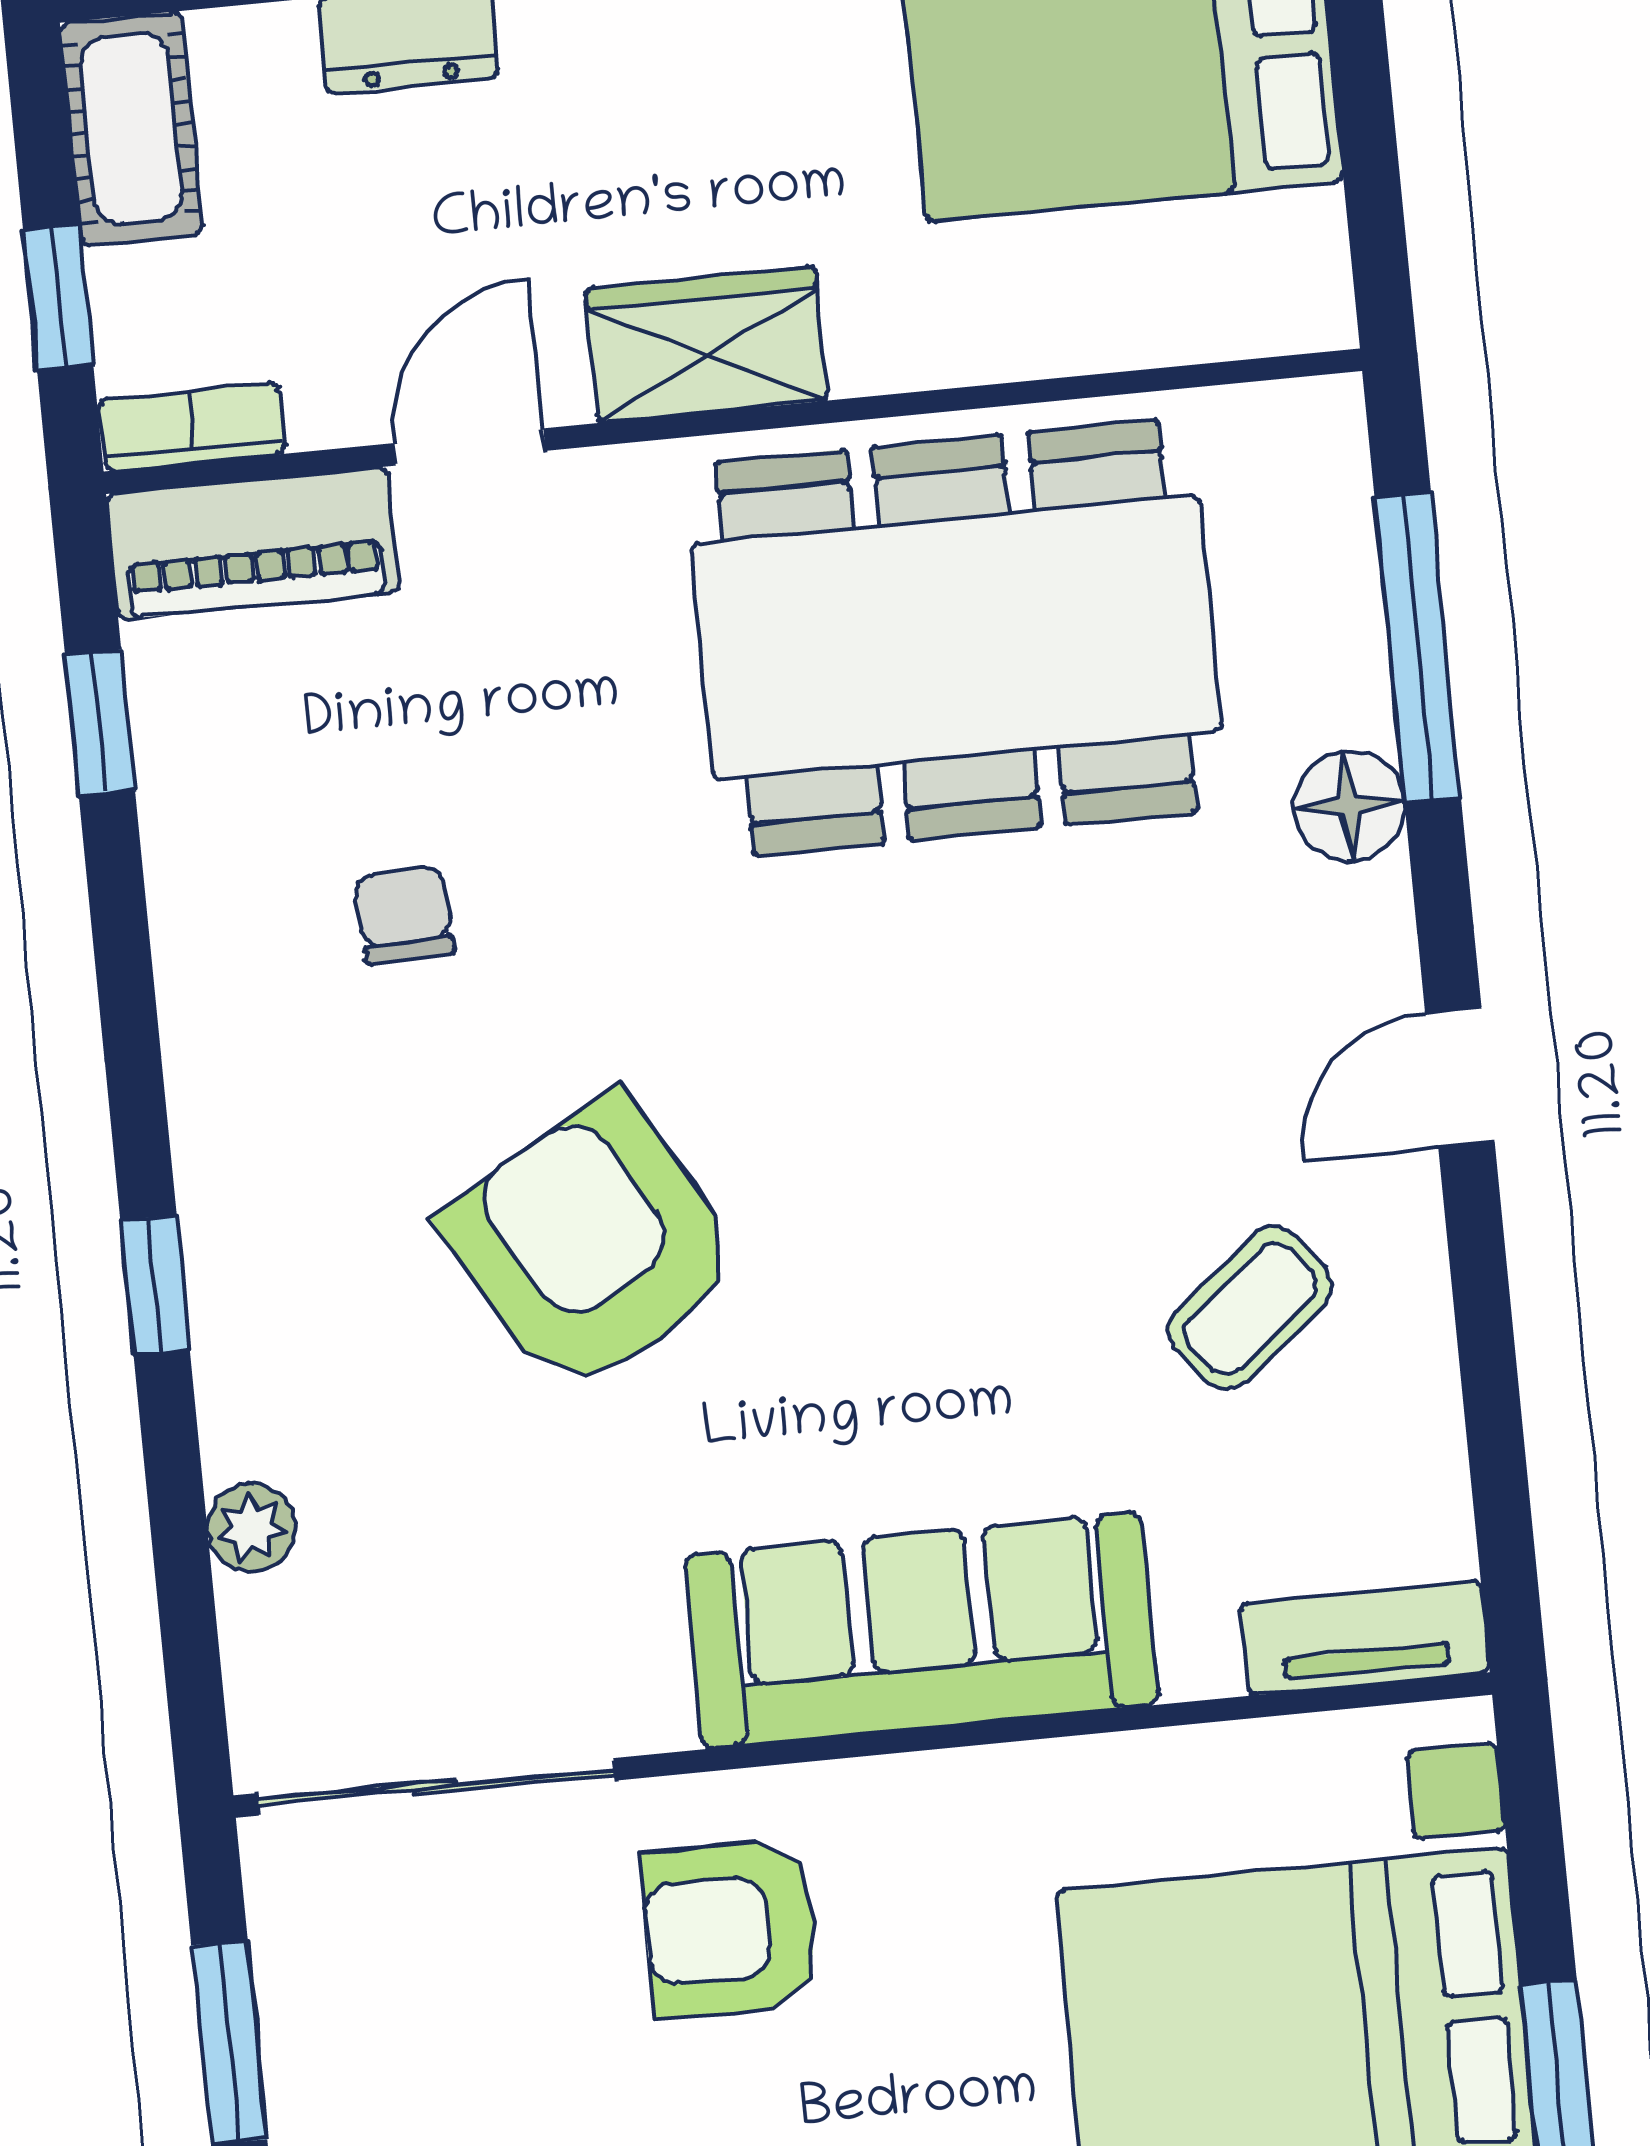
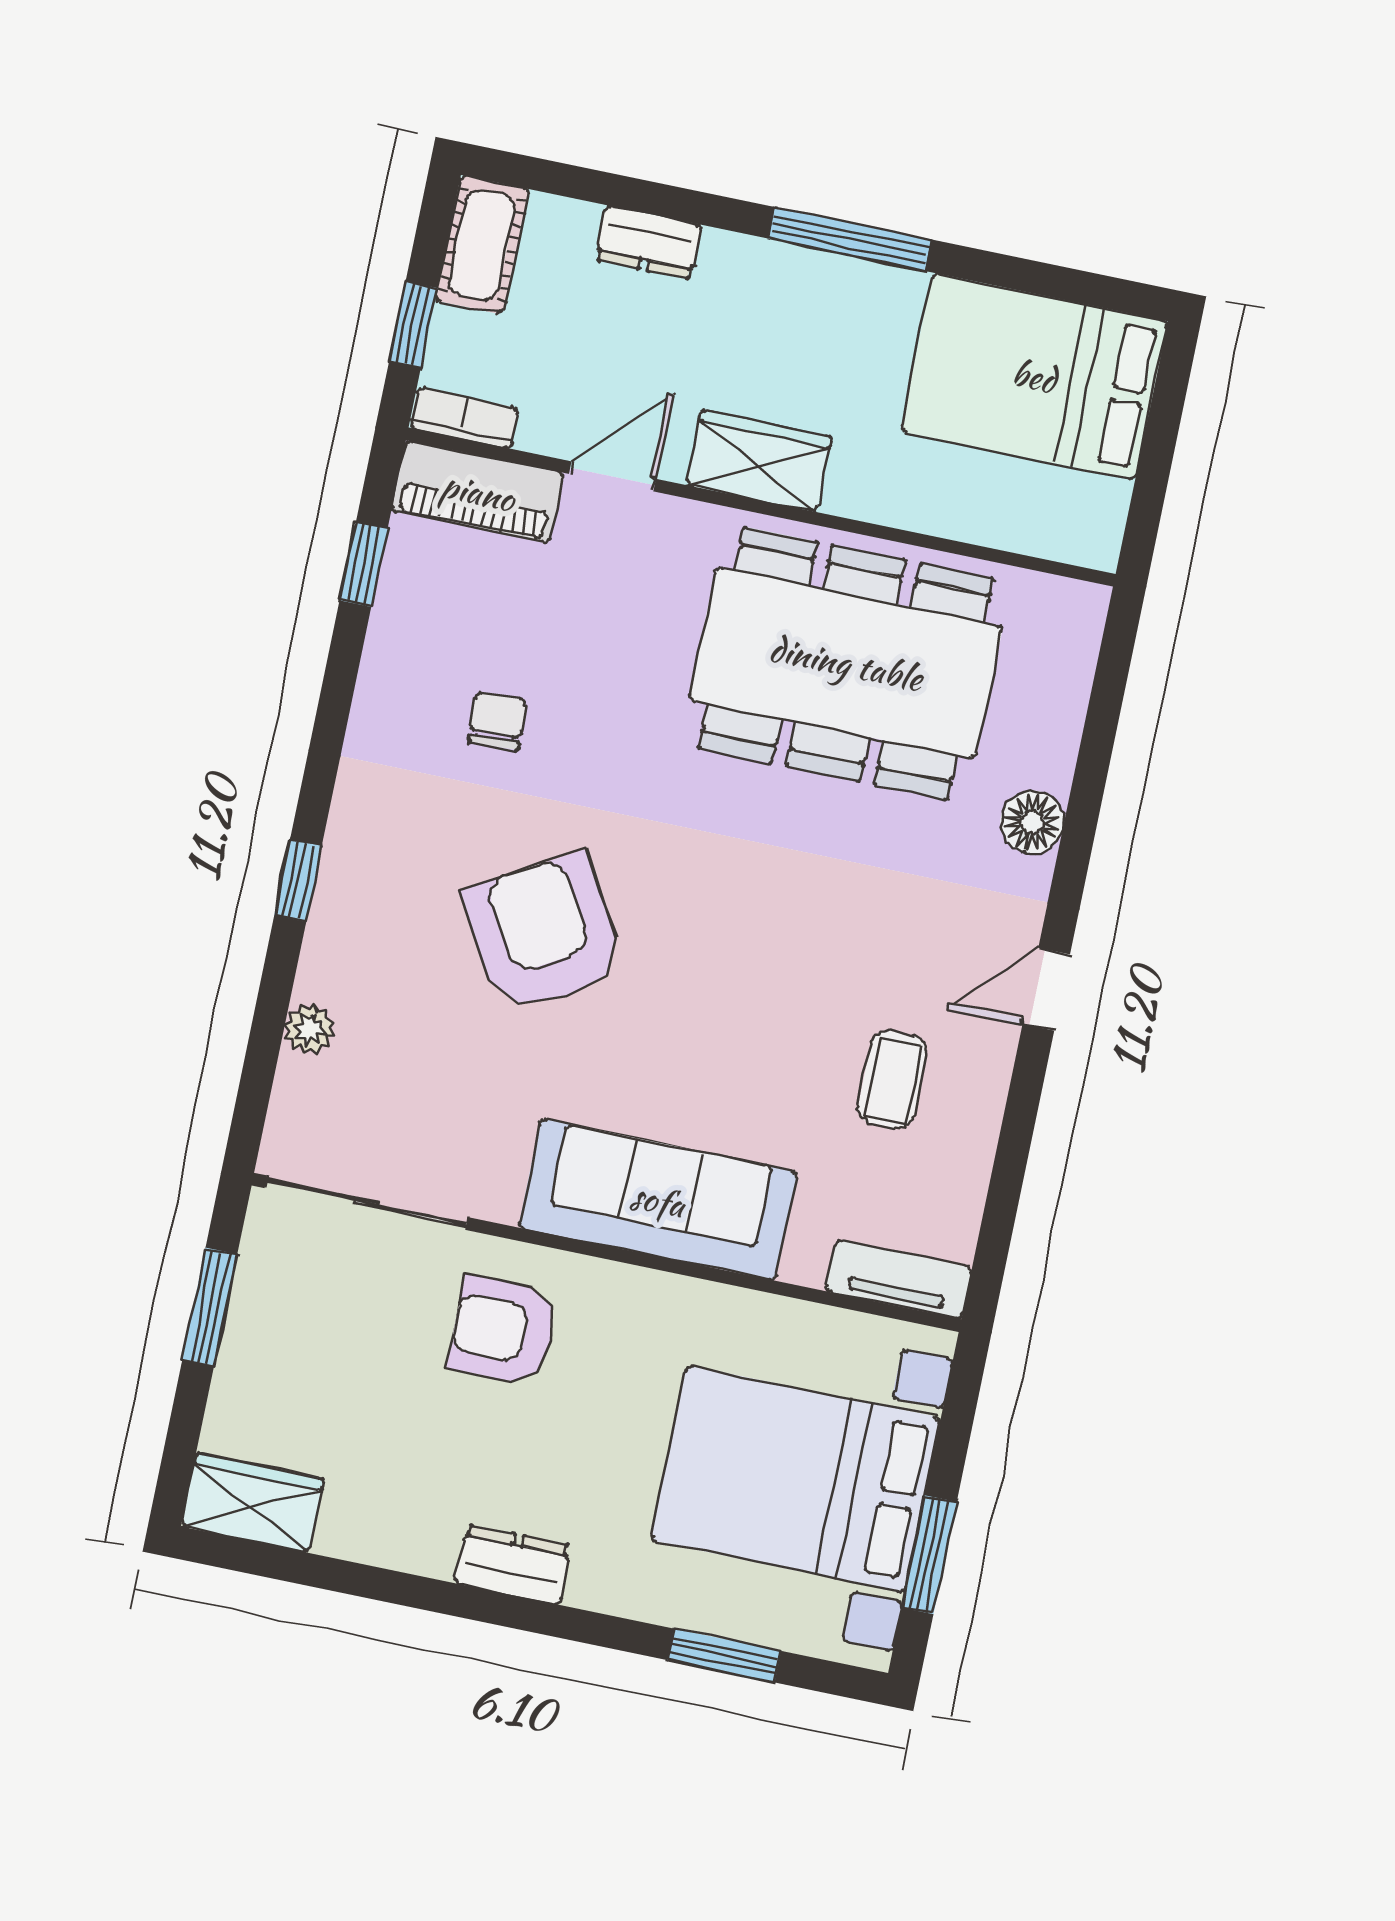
window: (1418, 648) -> (1096, 747), removed
coffee table: (1250, 1308) -> (892, 1080), turned -51

